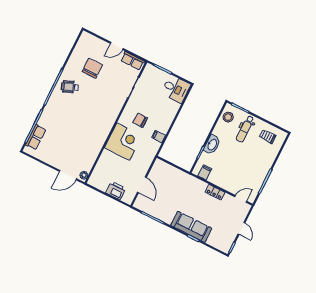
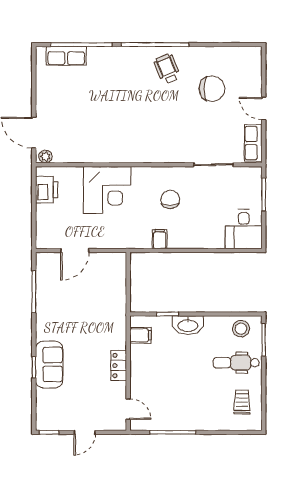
corner desk: (123, 142) -> (107, 190), moved
printer: (116, 191) -> (47, 190), moved
sofa: (191, 227) -> (49, 365), width x0.73

